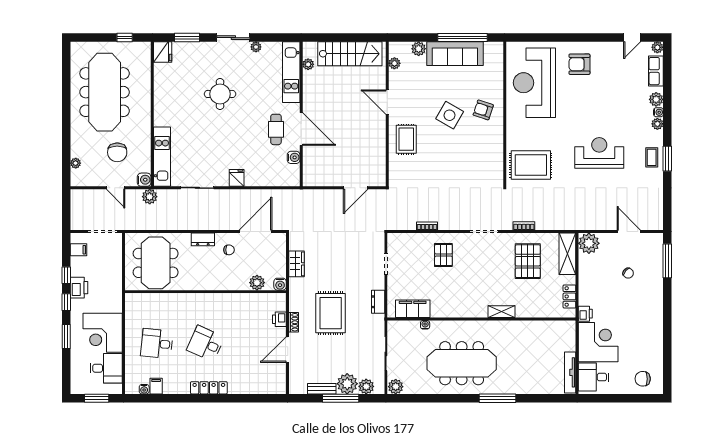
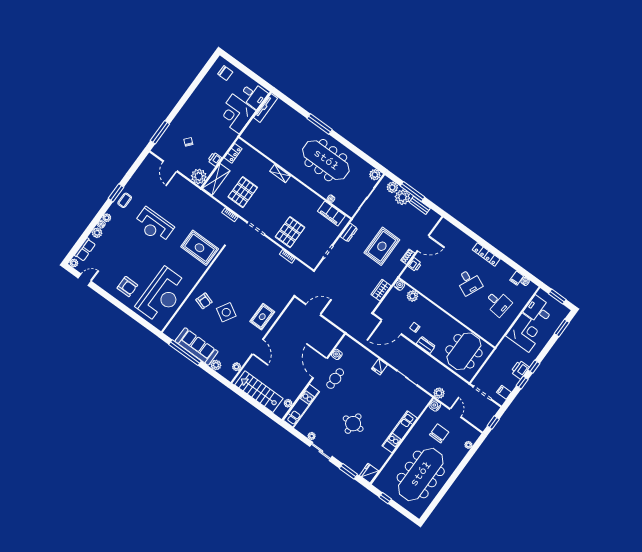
kitchen unit: (162, 157) -> (400, 432), moved
window: (66, 208) -> (493, 422), added
pallet: (443, 255) -> (290, 232), width x1.50, depth x1.42
printer: (585, 314) -> (215, 159), moved
window: (66, 337) -> (562, 328), moved

